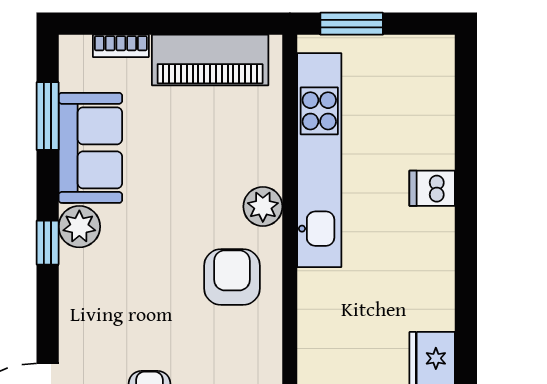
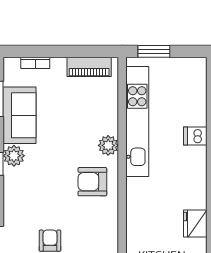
piano: (210, 60) -> (89, 67), width x0.73, depth x0.75
armchair: (232, 277) -> (92, 182), turned -90

